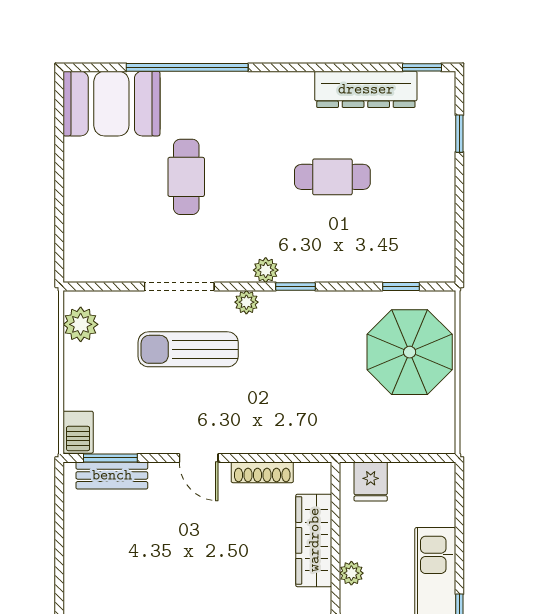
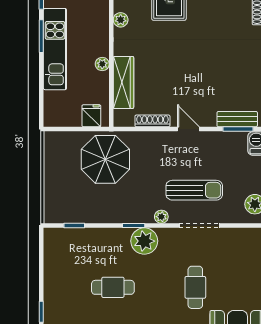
plant: (266, 270) -> (144, 241), width x1.87, depth x1.87
parasol: (410, 352) -> (105, 159), moved

